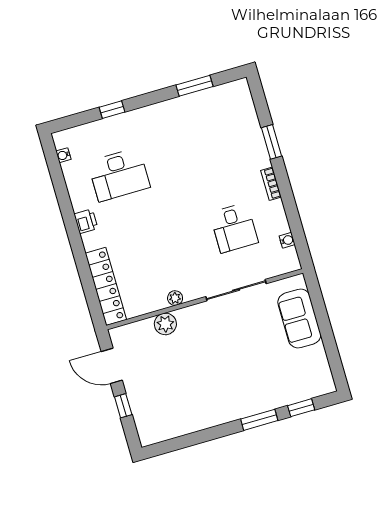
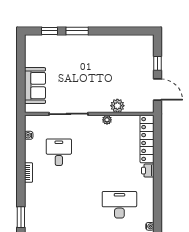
window: (272, 142) -> (21, 217), moved
printer: (86, 221) -> (148, 171), moved

